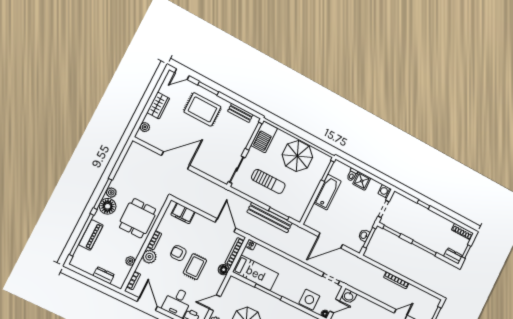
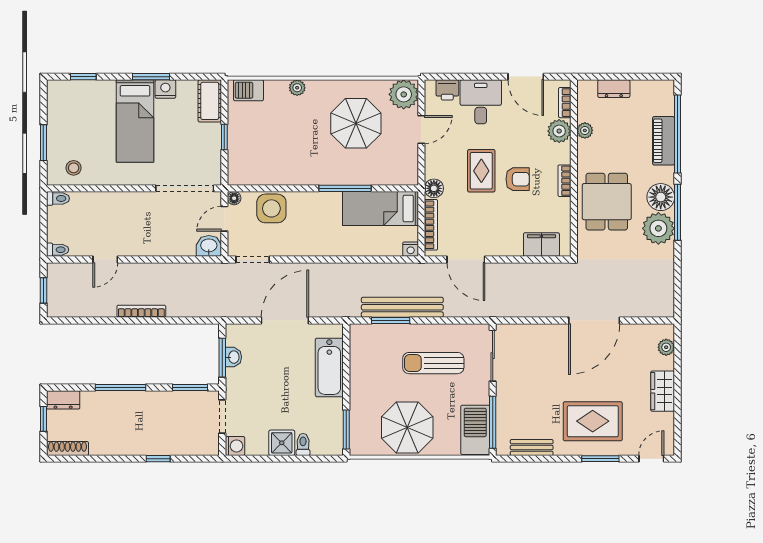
bathtub: (327, 192) -> (329, 367), moved
plant: (111, 193) -> (658, 228), width x1.88, depth x1.88
plant: (149, 257) -> (559, 131), moved

